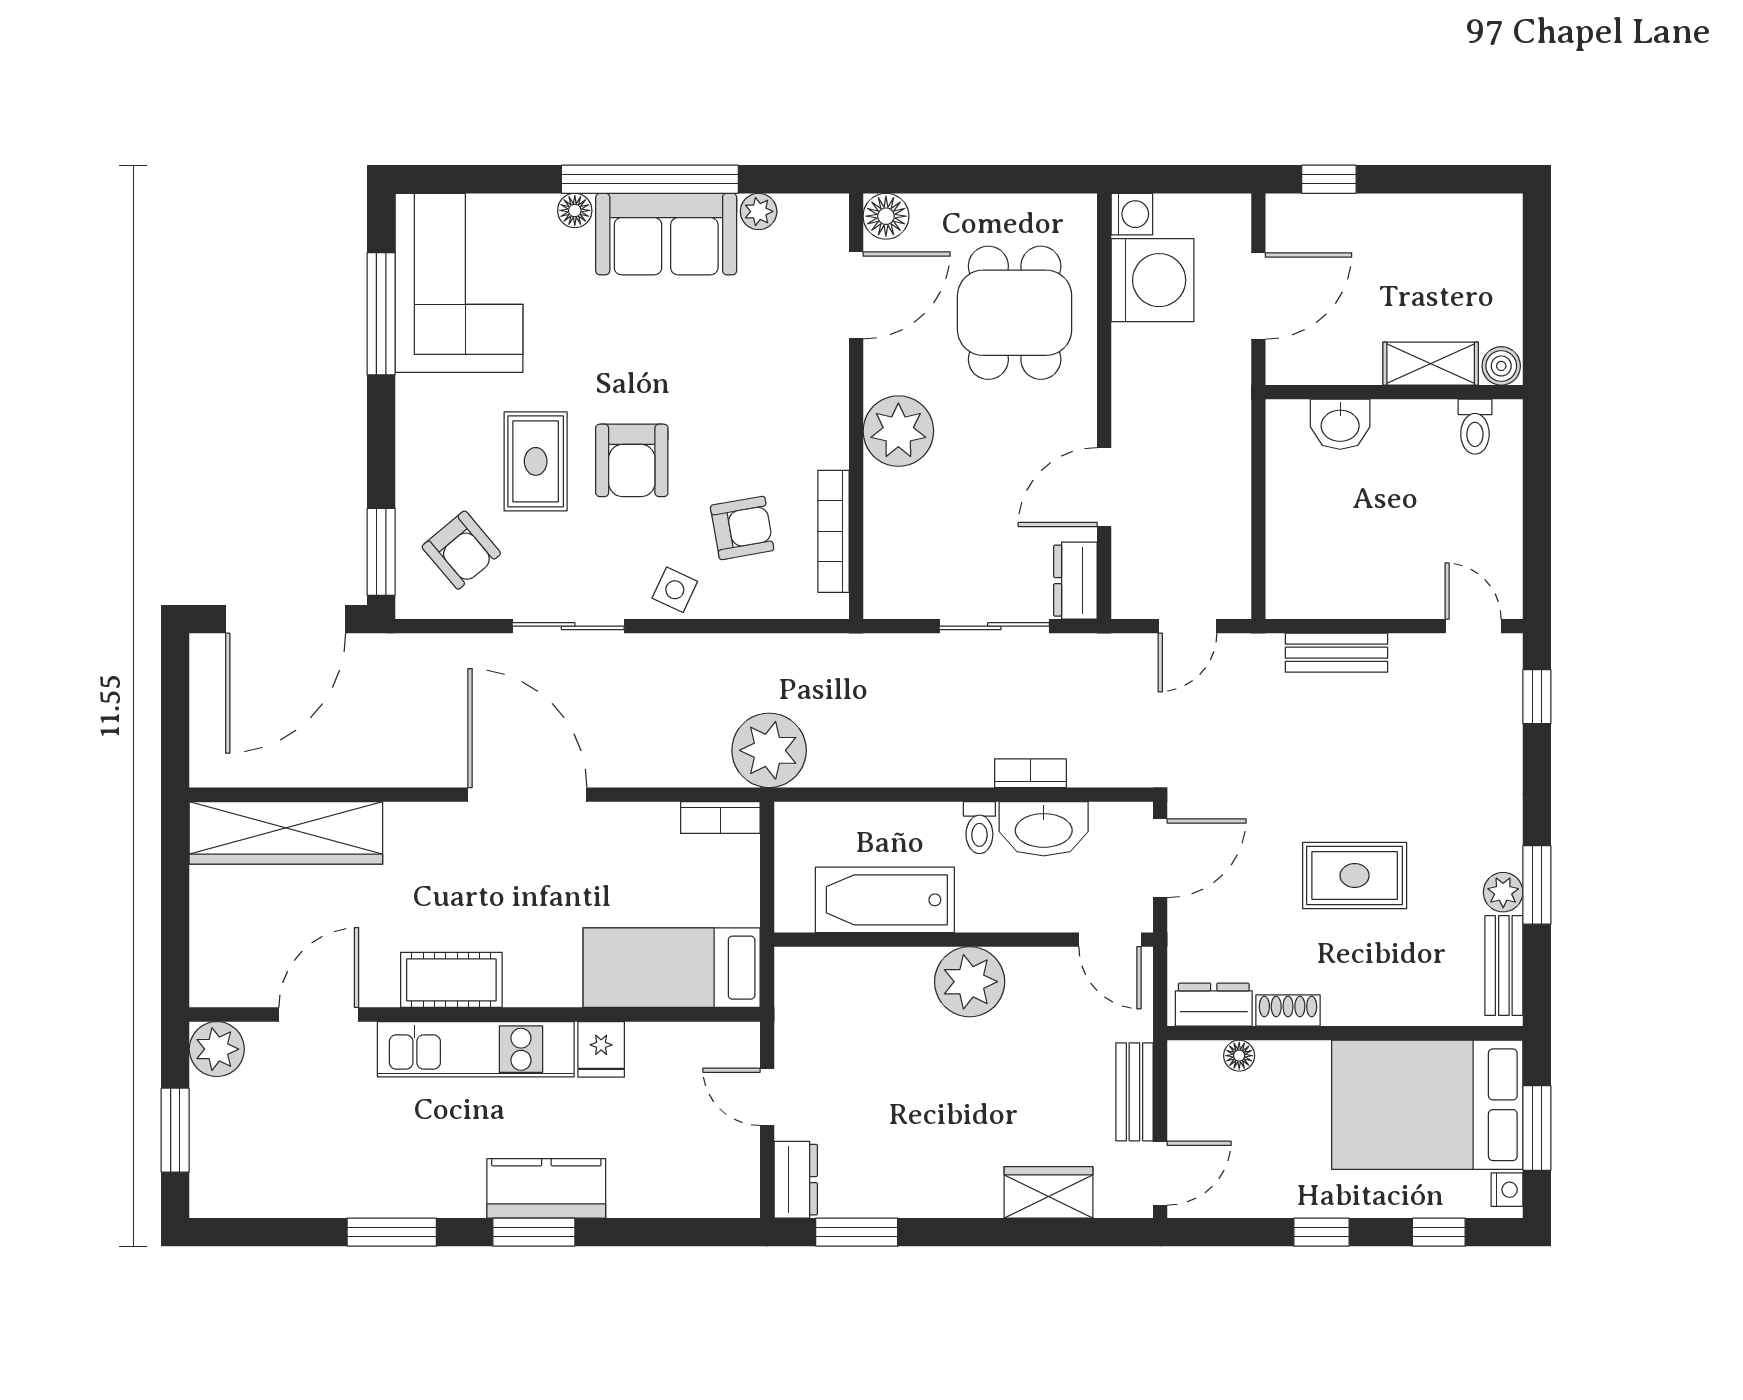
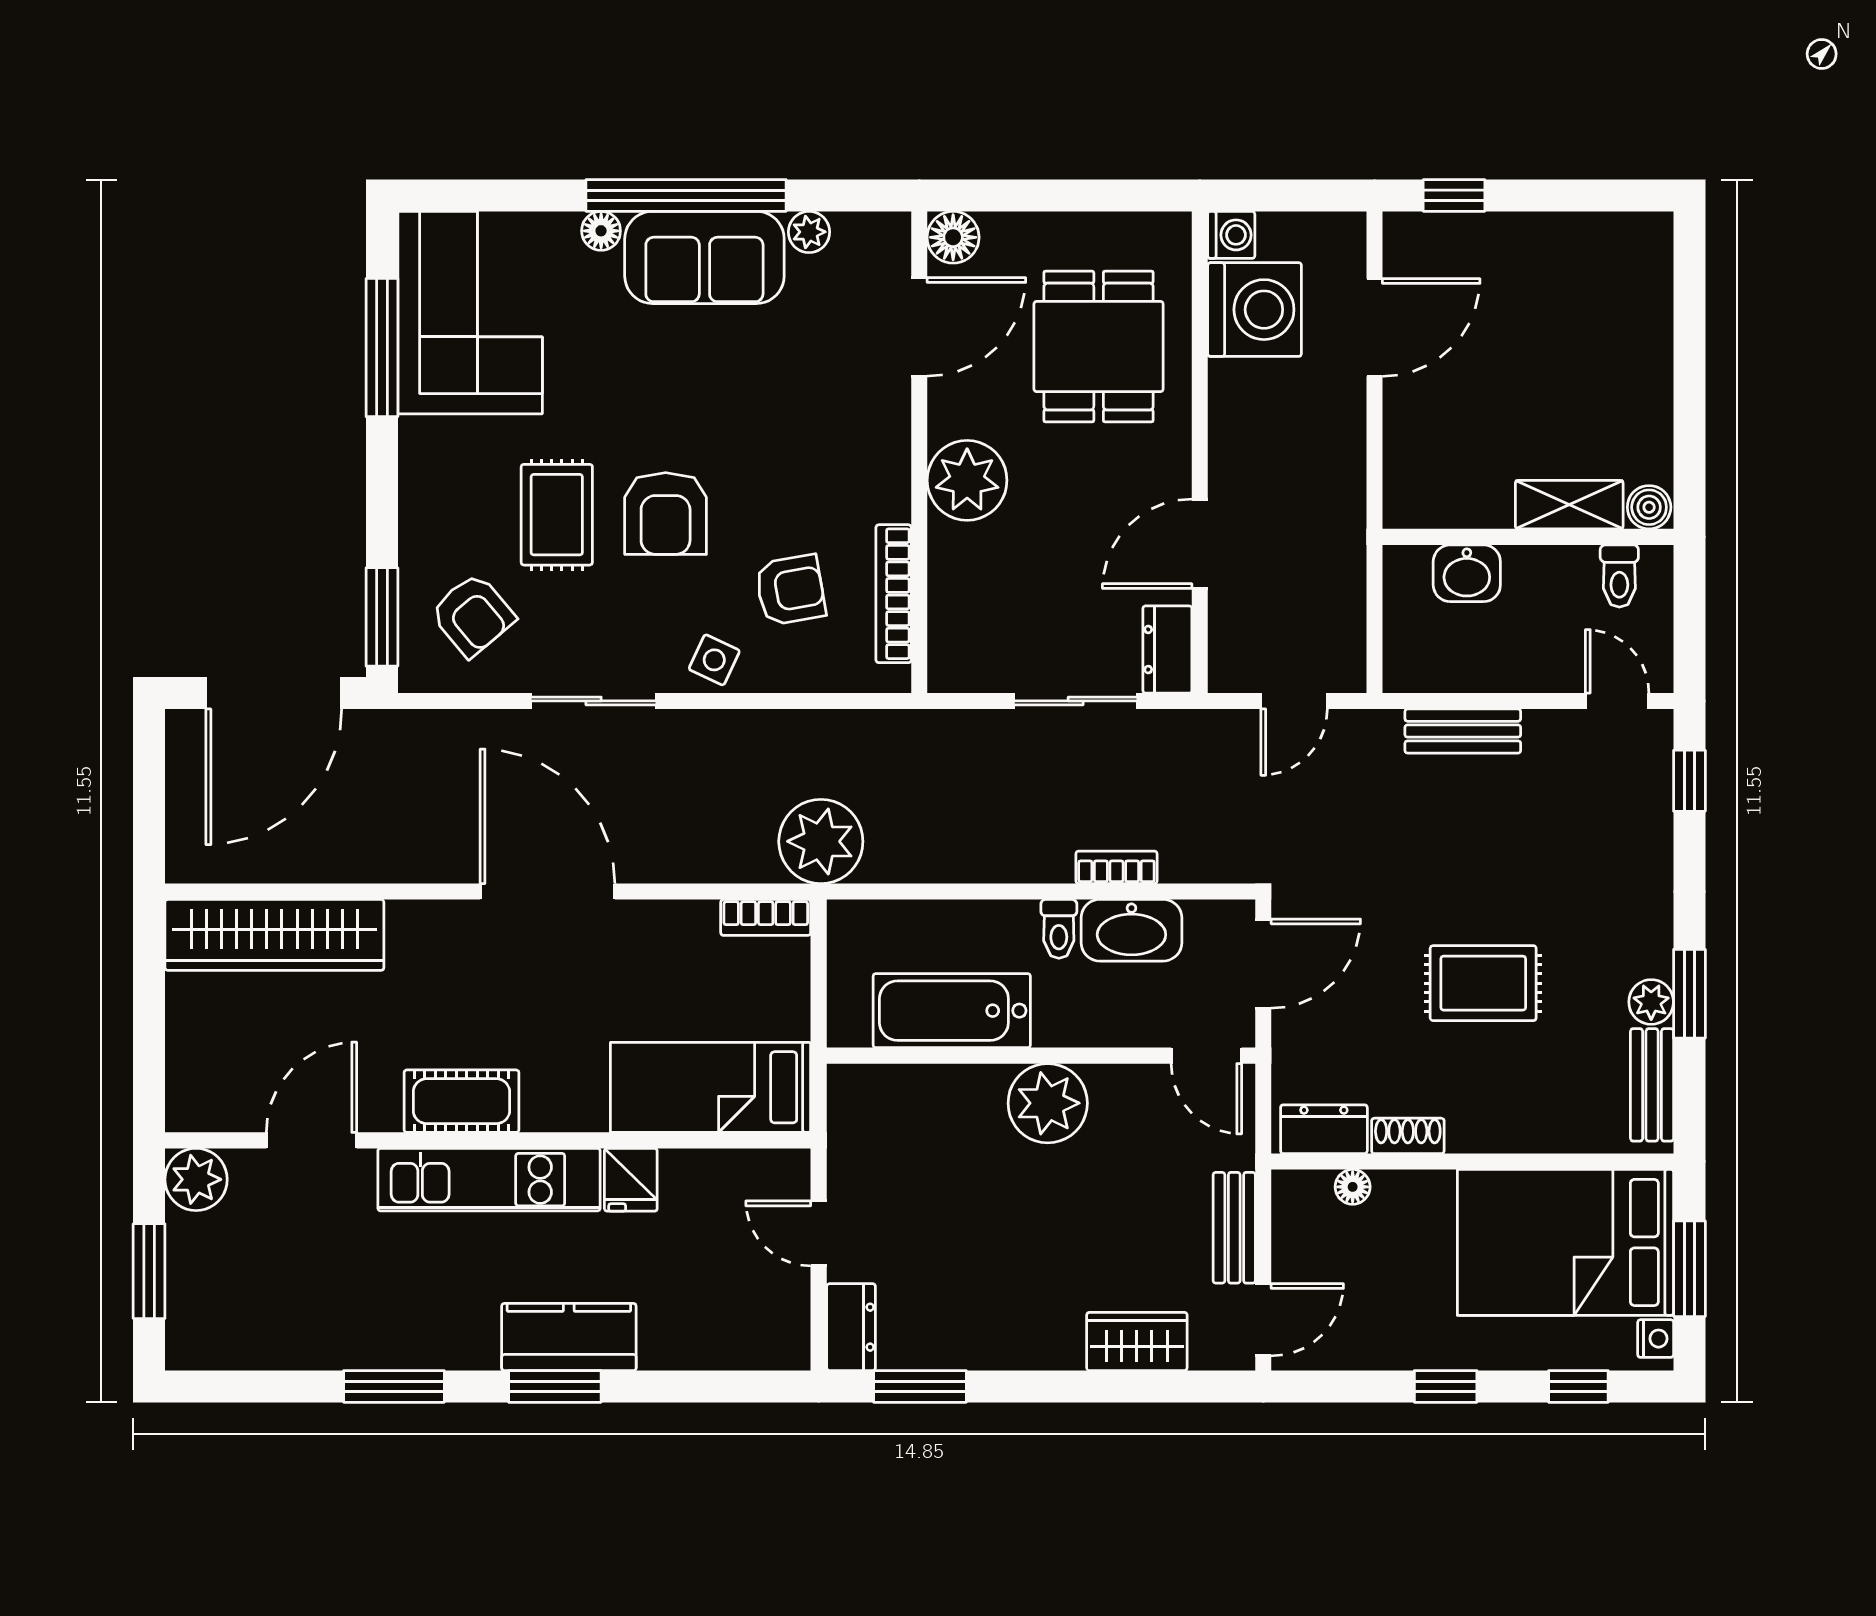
shelving: (1431, 364) -> (1569, 505), moved
boiler: (1501, 366) -> (1649, 507), moved
wall: (1394, 392) -> (1528, 537), moved
washbasin: (1340, 424) -> (1467, 573), moved
toilet: (1475, 427) -> (1619, 576), moved

